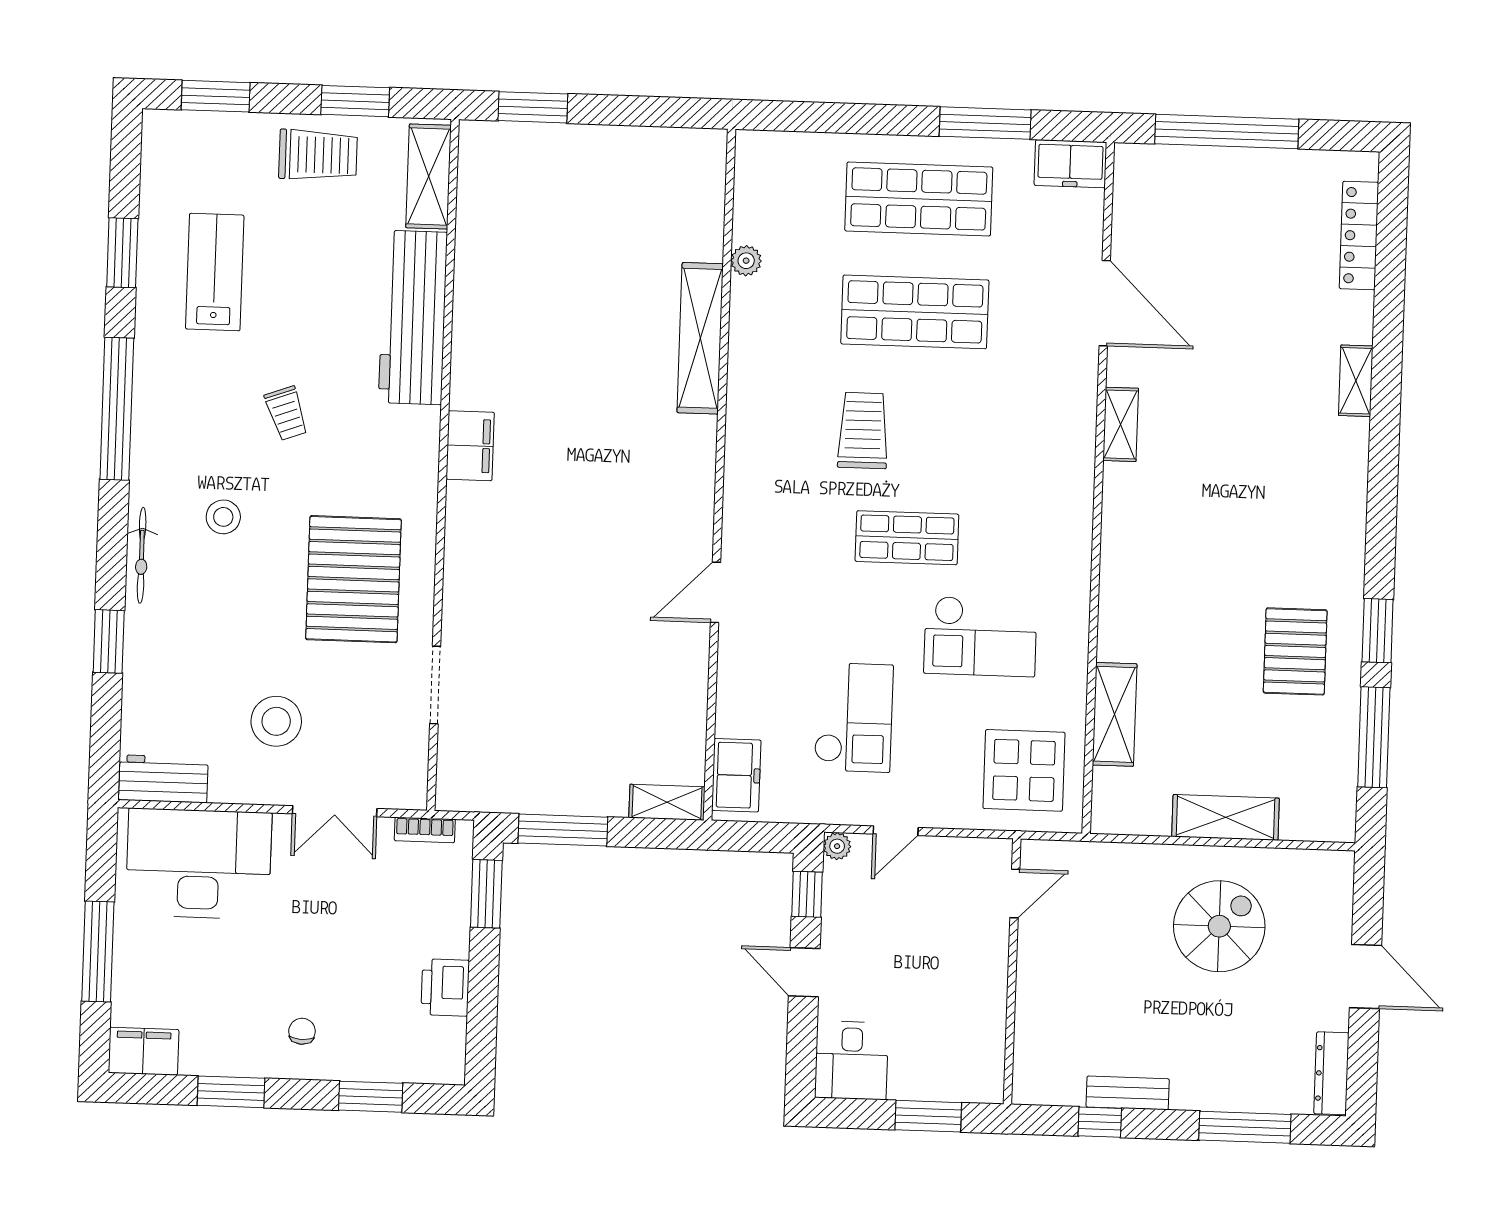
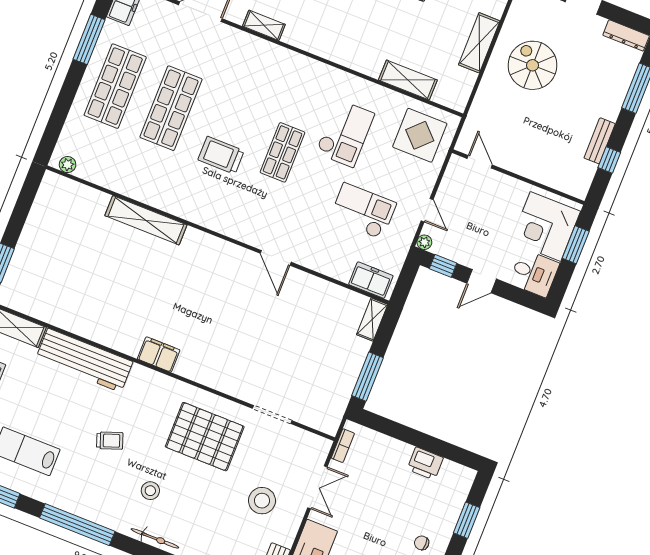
plant: (746, 261) -> (68, 165), moved
window: (486, 894) -> (386, 426), removed
corner desk: (942, 1051) -> (545, 226), added

